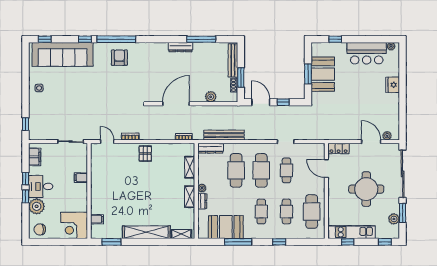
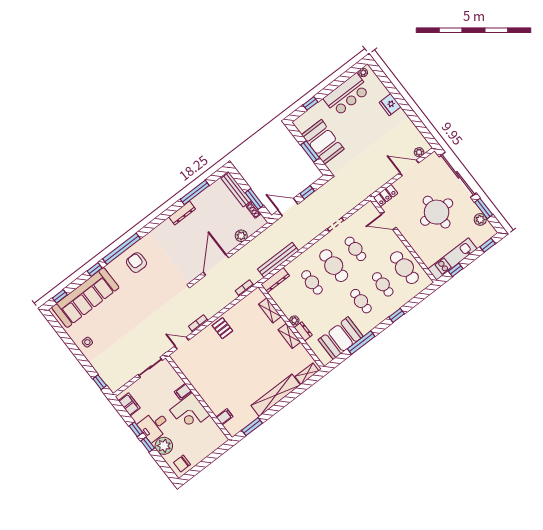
cafe table: (236, 170) -> (312, 282), width x0.73, depth x0.74
corner desk: (74, 225) -> (190, 413), moved

